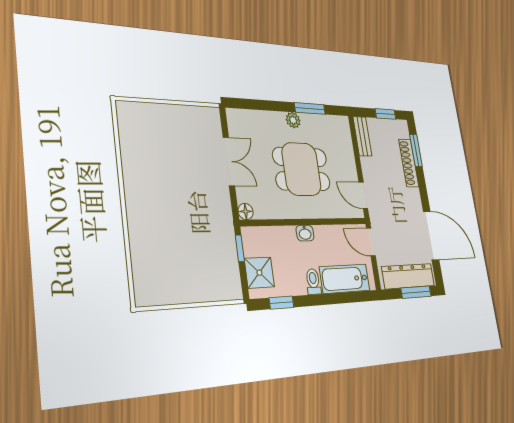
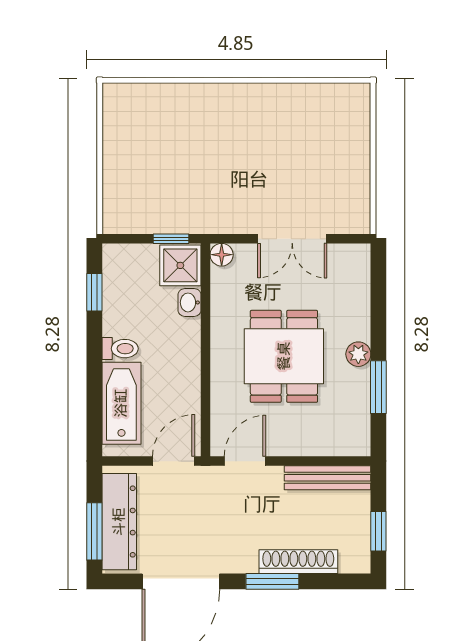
bench: (362, 136) -> (328, 478), width x1.36
window: (416, 150) -> (272, 581), moved
washbasin: (305, 233) -> (190, 302), moved
shower: (259, 273) -> (180, 265), moved

